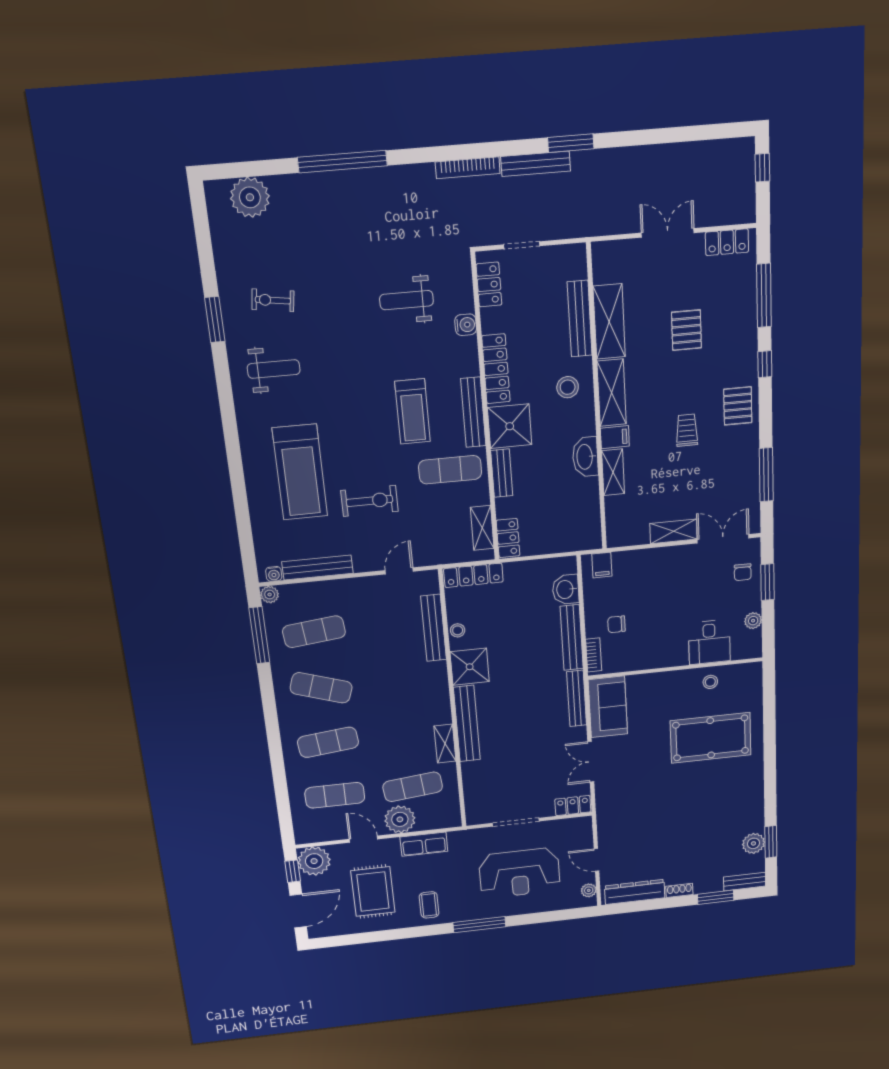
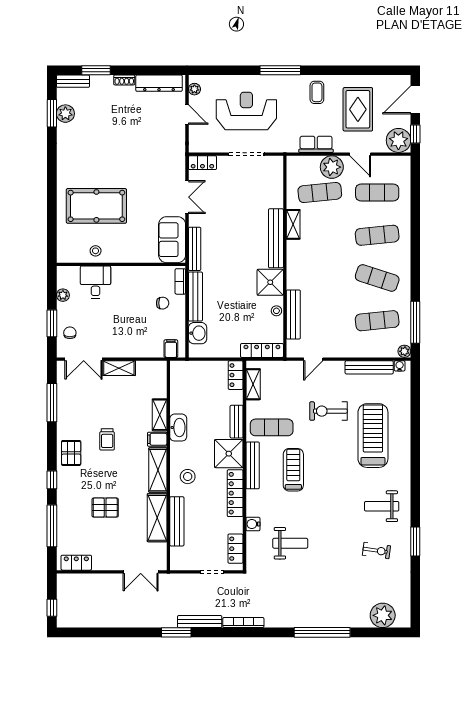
double door: (668, 233) -> (141, 572), moved
pallet: (687, 330) -> (105, 508), turned 90

